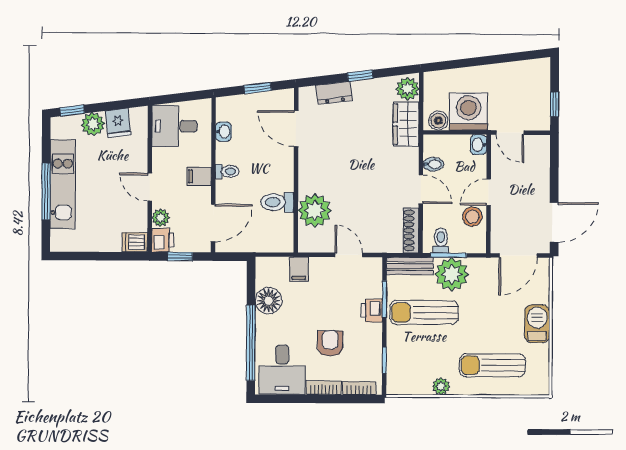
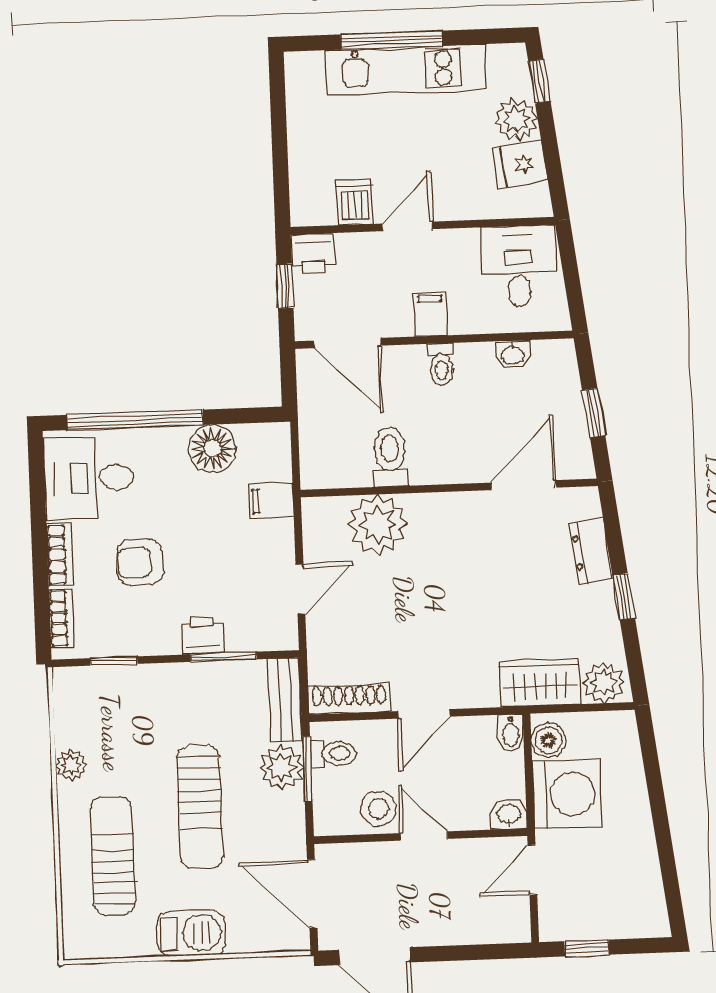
bidet: (433, 164) -> (511, 733), moved
plant: (161, 218) -> (353, 248), removed
dishwasher: (135, 242) -> (355, 202), moved
plant: (452, 274) -> (281, 767), width x0.73, depth x0.73
sun lounger: (424, 313) -> (200, 807), moved, turned 180
armchair: (330, 343) -> (140, 562), turned 180

